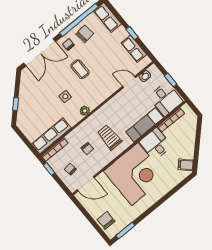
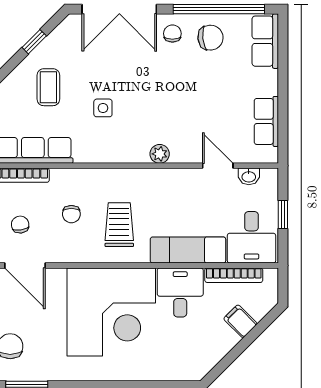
window: (132, 33) -> (283, 95), removed
coffee table: (80, 69) -> (48, 87), moved
window: (16, 104) -> (34, 42), moved
plant: (85, 111) -> (160, 154), moved
filing cabinet: (186, 165) -> (240, 321), moved

